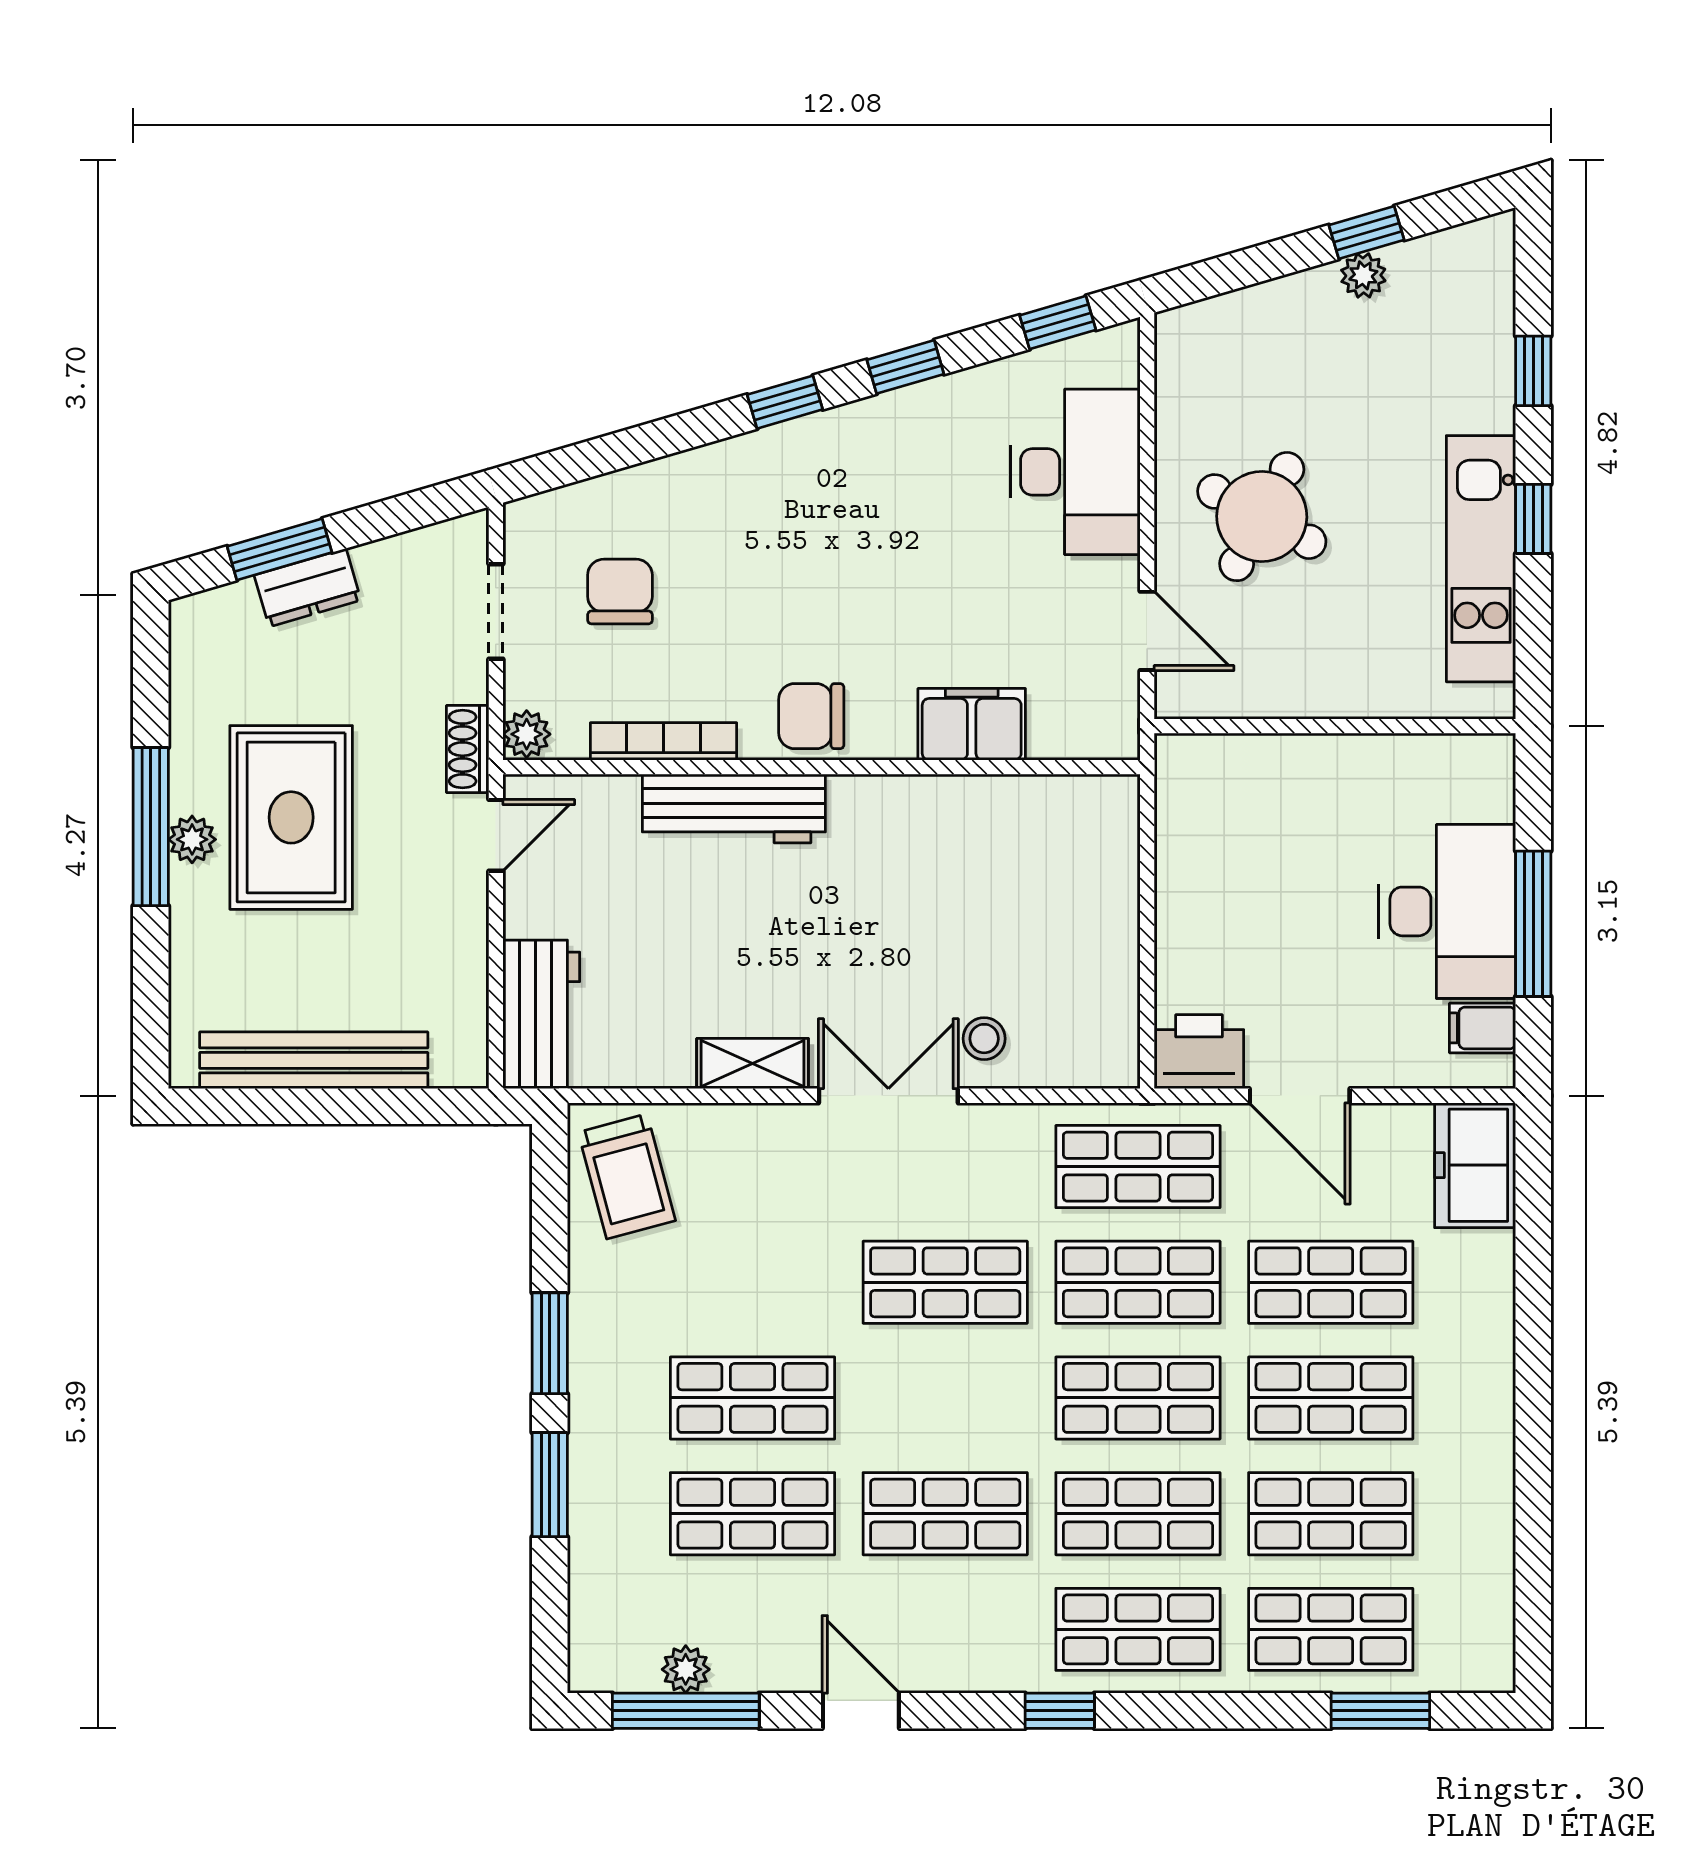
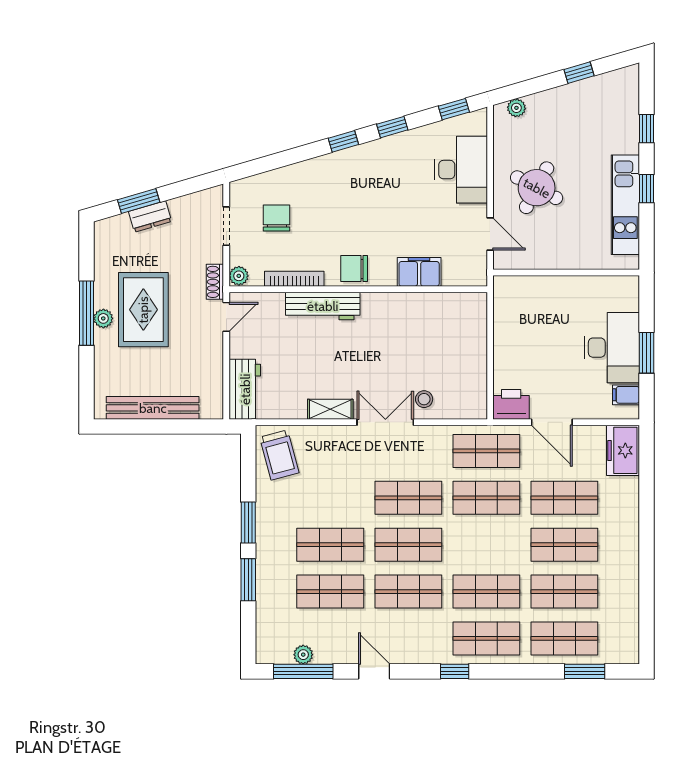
plant: (1363, 275) -> (516, 108), moved
window: (1533, 924) -> (647, 353), width x0.69
shop shelf: (1138, 1398) -> (408, 545), moved

